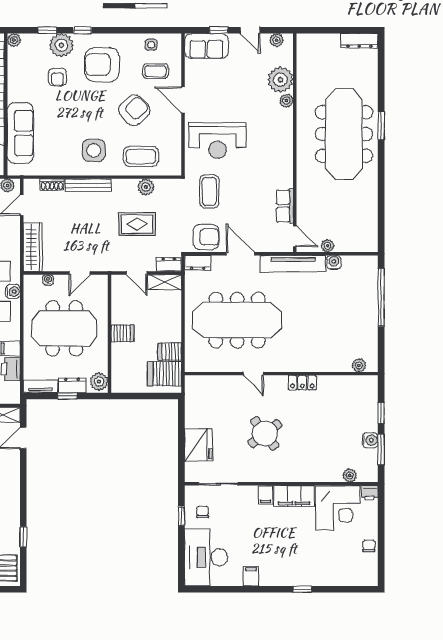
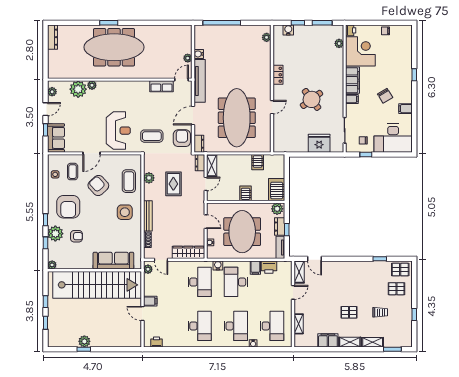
server rack: (164, 374) -> (277, 190), moved, turned 180
water cooler: (370, 440) -> (288, 30), moved
chair: (270, 545) -> (385, 96), added

